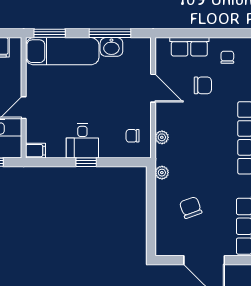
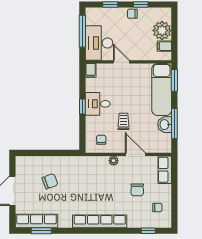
row of seats: (189, 47) -> (165, 170), moved
door: (153, 88) -> (135, 154), swing flipped
trolley: (107, 105) -> (123, 121), added
plant: (162, 137) -> (114, 161), moved
plant: (162, 173) -> (75, 161), removed

